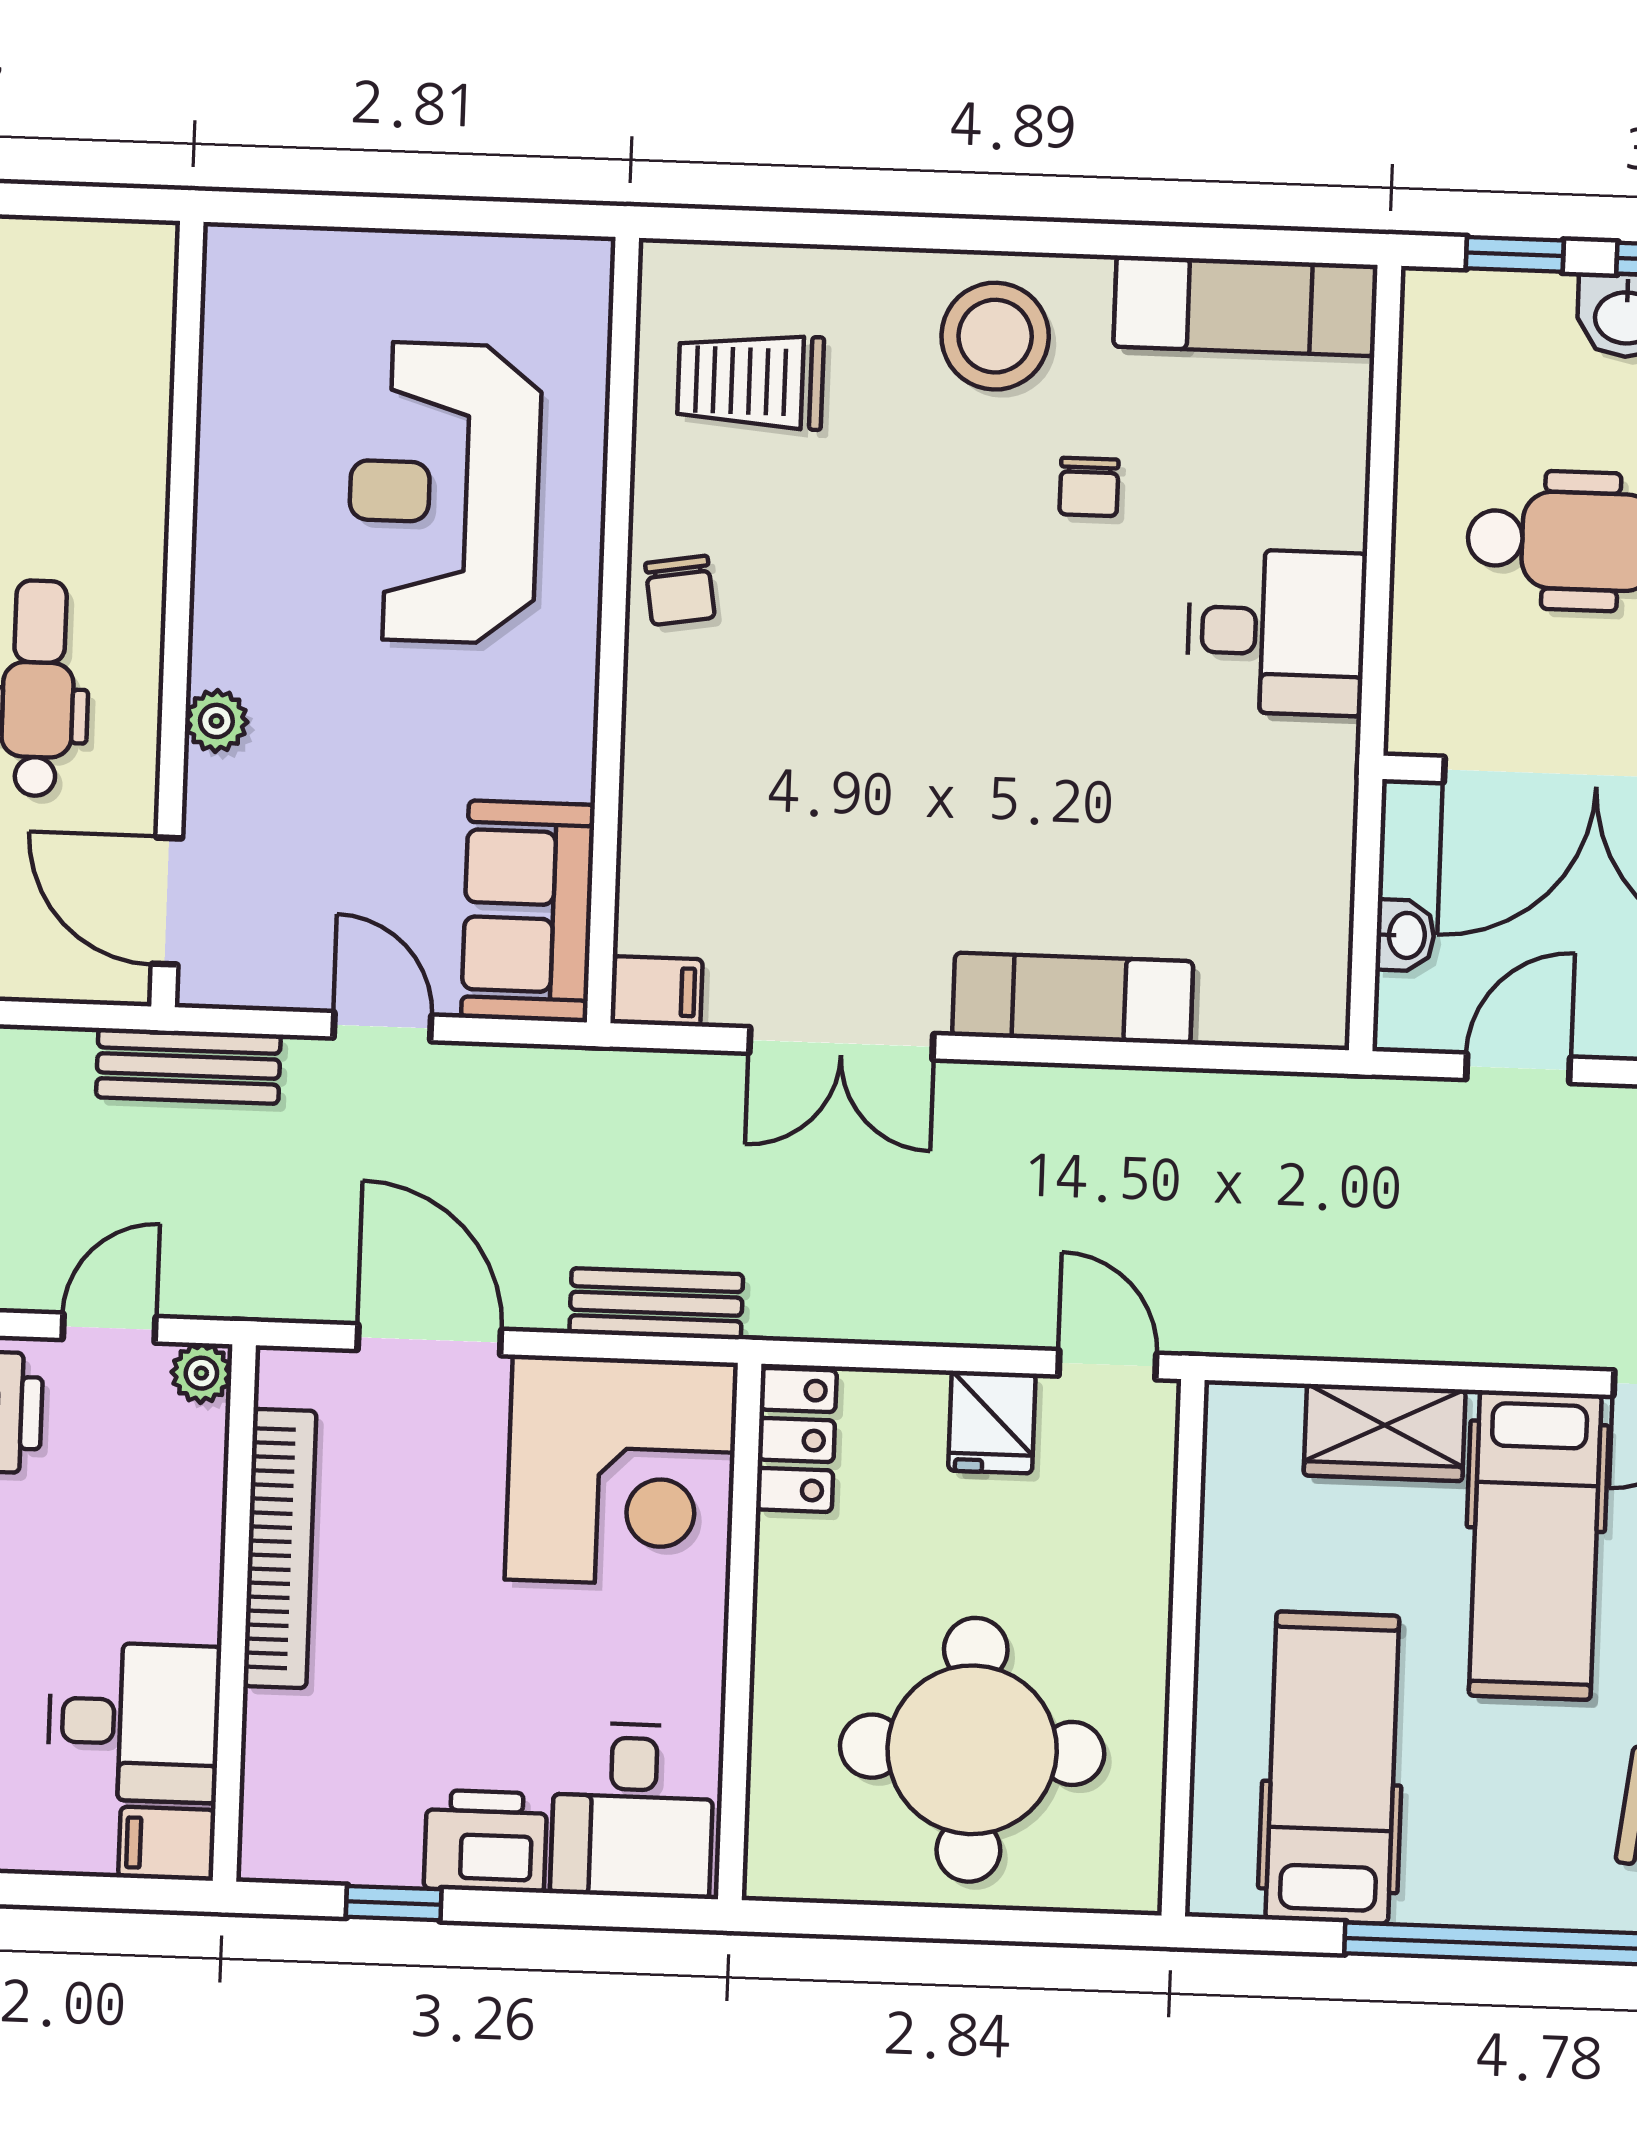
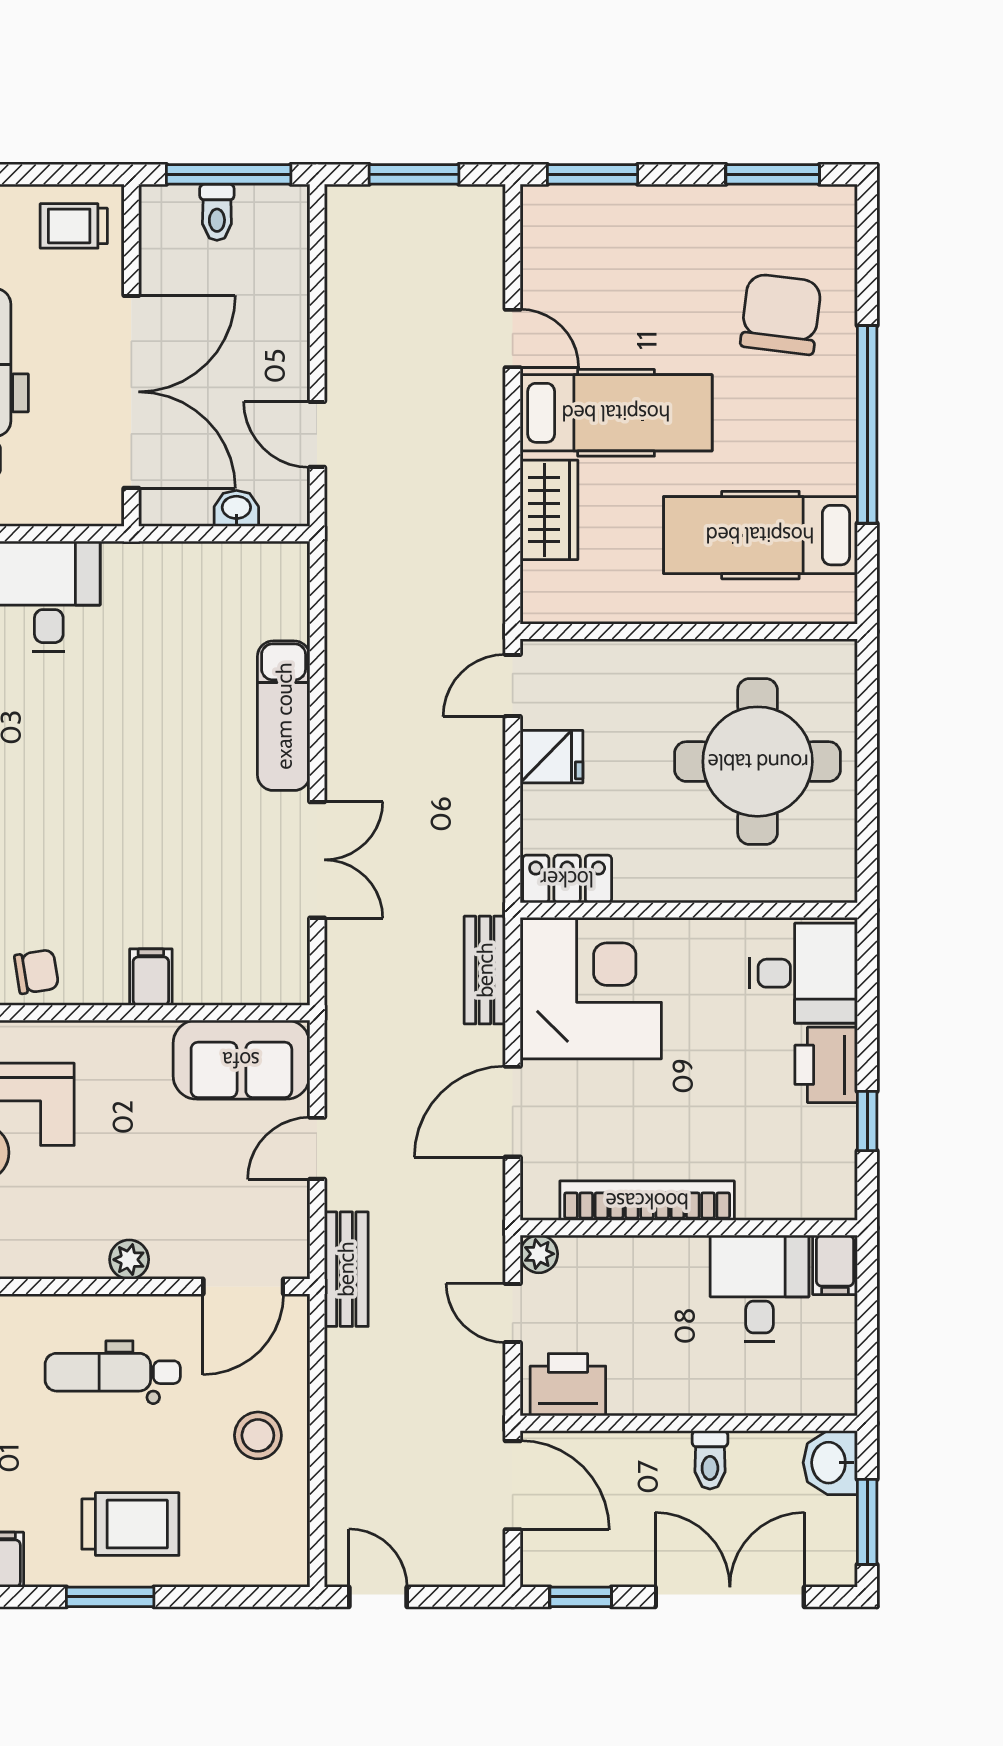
filing cabinet: (656, 991) -> (151, 977), moved

